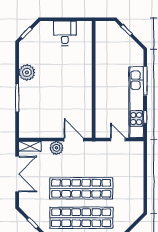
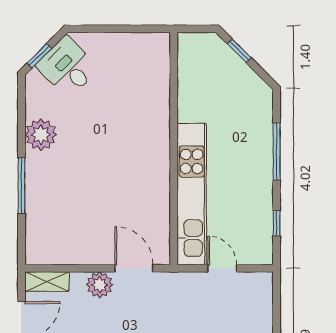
desk: (65, 33) -> (67, 67), moved, turned -45
kitchen unit: (136, 102) -> (192, 194), moved, turned 180

